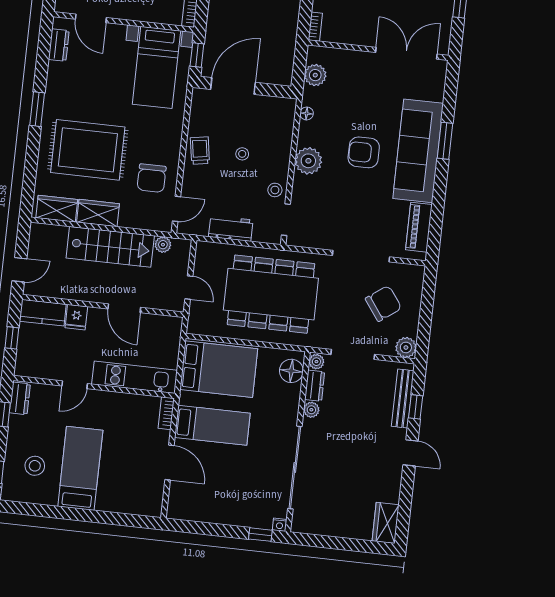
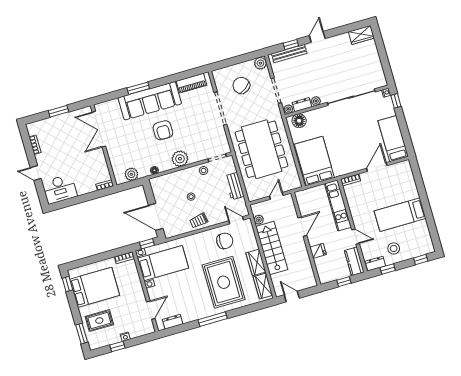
window: (37, 109) -> (213, 319), width x1.44
door: (19, 270) -> (292, 296), moved
kitchen counter: (43, 313) -> (354, 261), moved, turned 180
bed: (212, 425) -> (393, 139), moved
stool: (35, 466) -> (394, 248), moved

